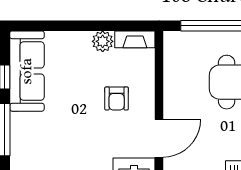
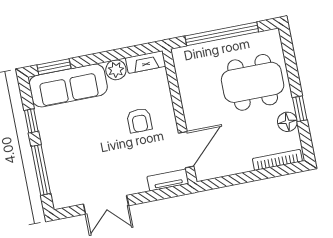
window: (39, 26) -> (54, 67), added
sofa: (27, 71) -> (68, 85), moved, turned 90

